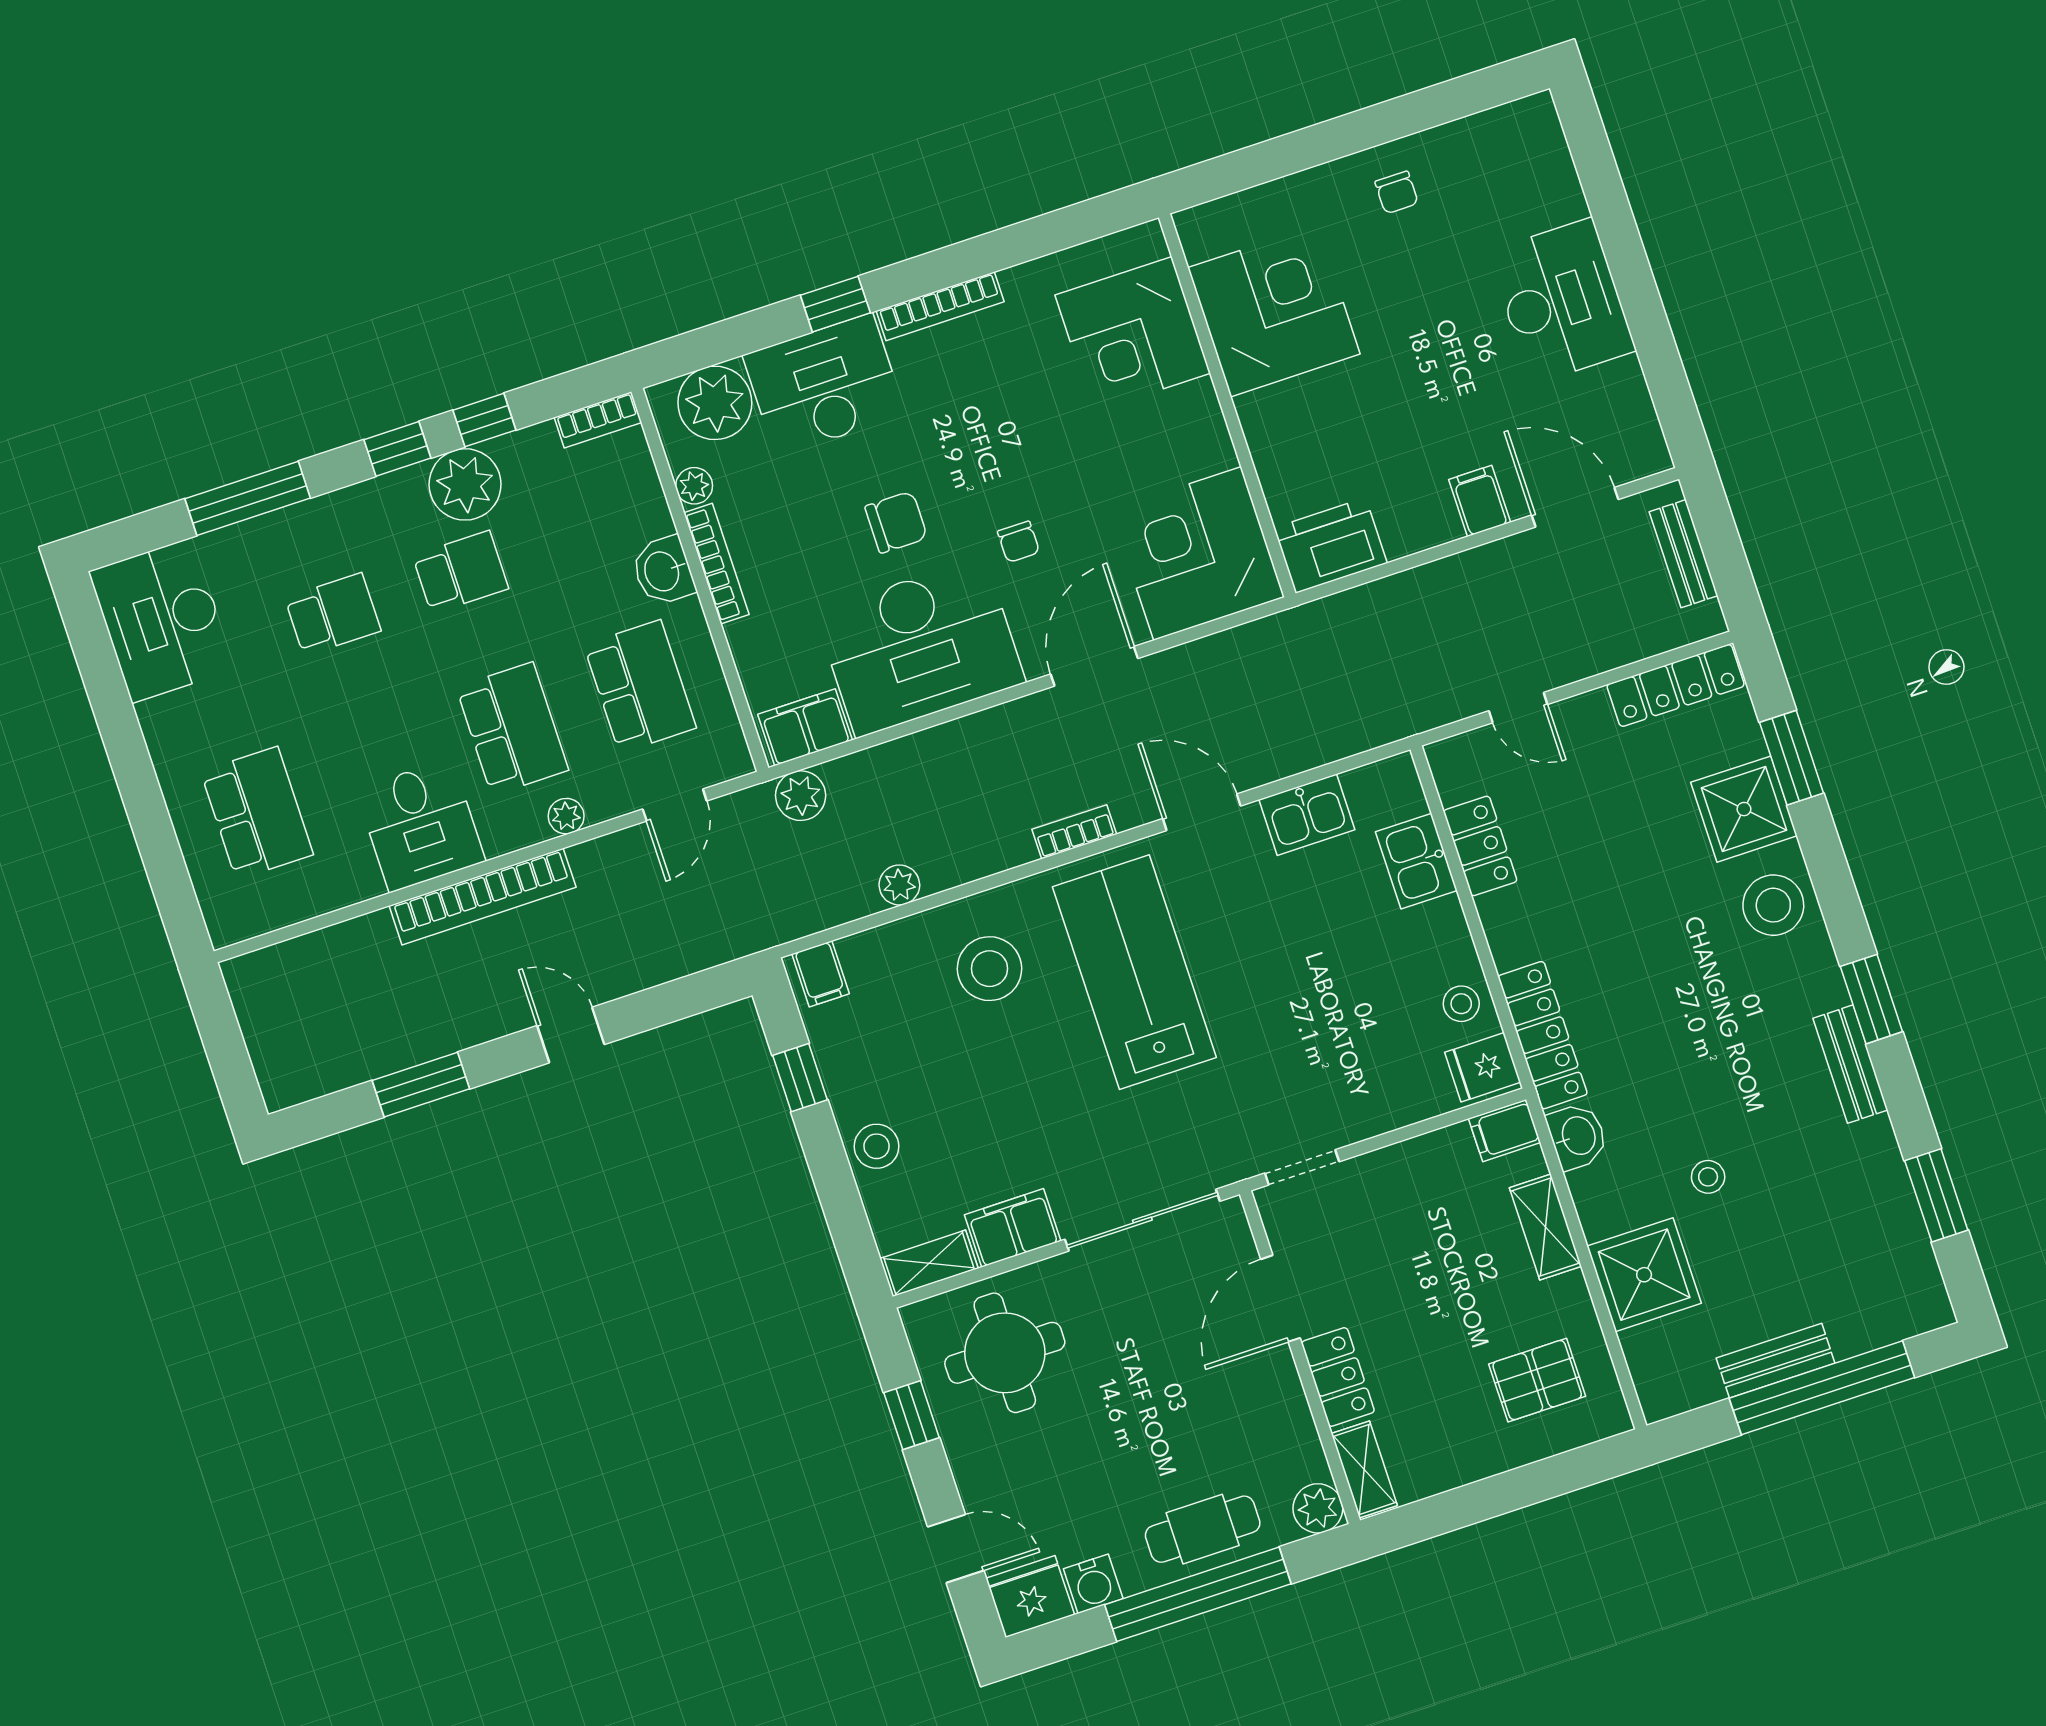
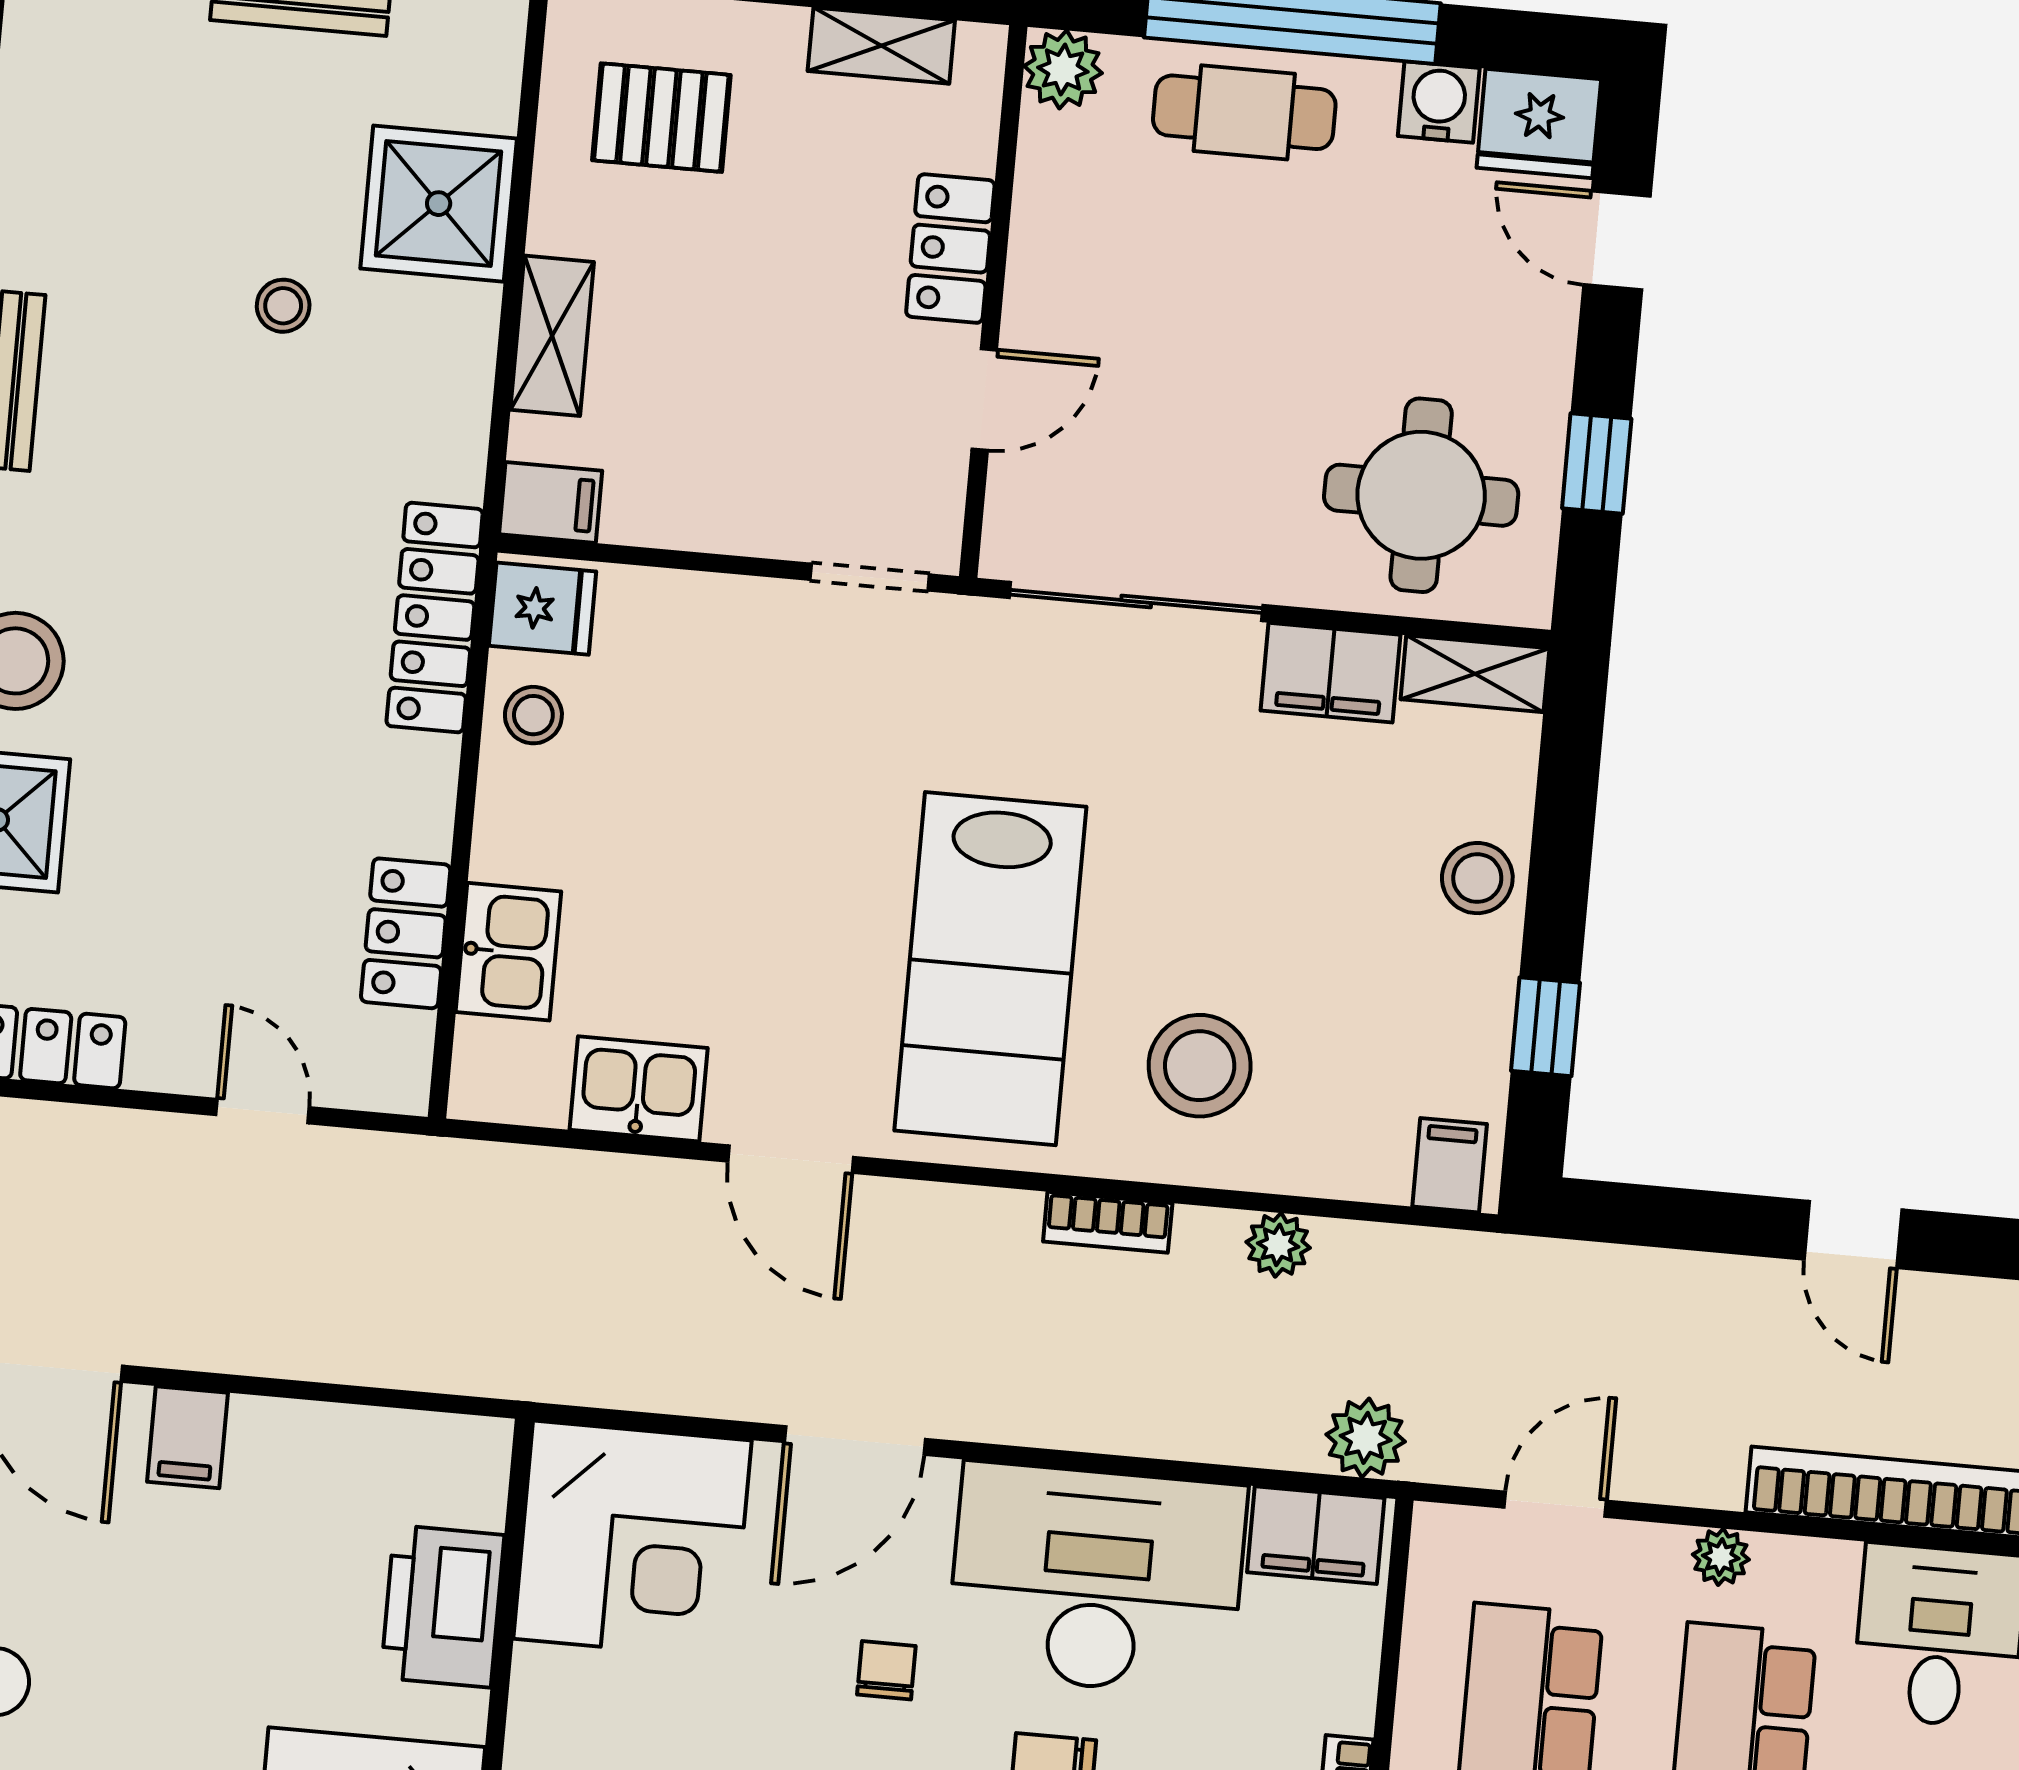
printer: (1330, 546) -> (442, 1606), moved, turned 90
bookcase: (1074, 832) -> (1108, 1222), moved
washbasin: (1577, 1136) -> (448, 448), removed
door: (1281, 1299) -> (984, 399), width x0.73
shelving: (1364, 1469) -> (881, 46), moved, turned 90

